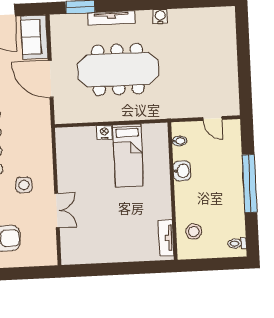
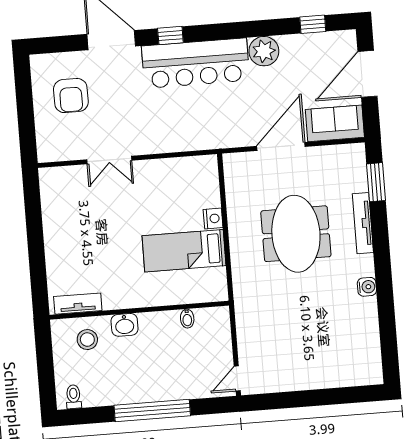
meeting table: (118, 69) -> (296, 234), width x0.73
door: (212, 119) -> (237, 378), moved
bidet: (179, 141) -> (187, 319), moved
washbasin: (182, 171) -> (125, 325), moved
side table: (24, 185) -> (141, 116), removed

